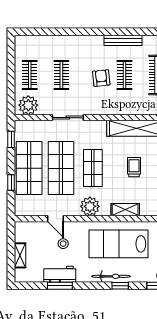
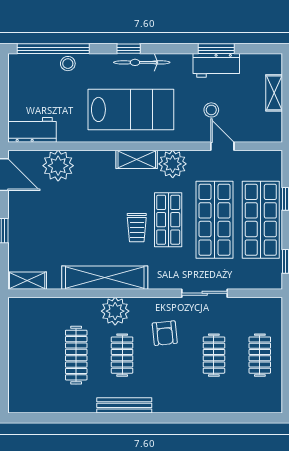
armchair: (101, 78) -> (165, 333), moved
plant: (28, 105) -> (115, 311), moved
trolley: (134, 167) -> (137, 228), moved
shelving: (125, 210) -> (137, 159), moved

